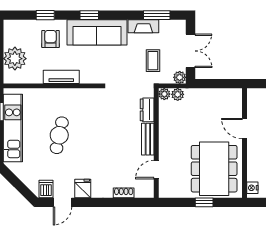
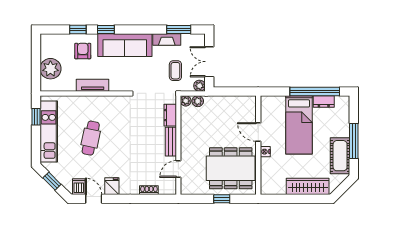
window: (89, 15) -> (106, 29), moved
double door: (190, 51) -> (209, 62), swing flipped
dining table: (214, 169) -> (231, 168), turned 90
window: (16, 183) -> (52, 181), added
nightstand: (252, 188) -> (265, 152), moved
door: (62, 202) -> (94, 199), swing flipped

